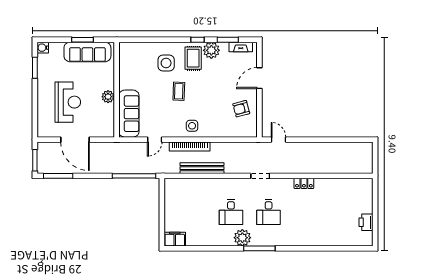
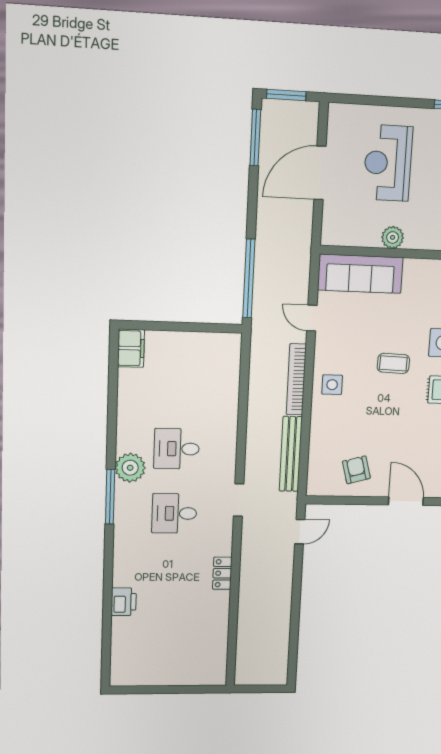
reception desk: (68, 102) -> (388, 163), turned 90
bench: (202, 168) -> (291, 454), moved
printer: (366, 222) -> (124, 602), moved, turned 90

